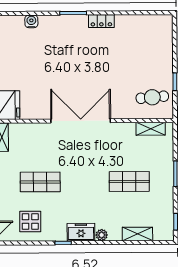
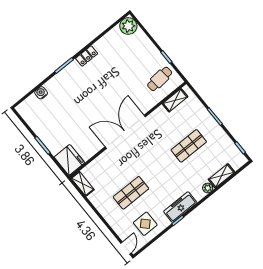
plant: (163, 24) -> (128, 26), added
freezer: (81, 232) -> (180, 207), width x1.40
plant: (102, 235) -> (208, 188), moved

